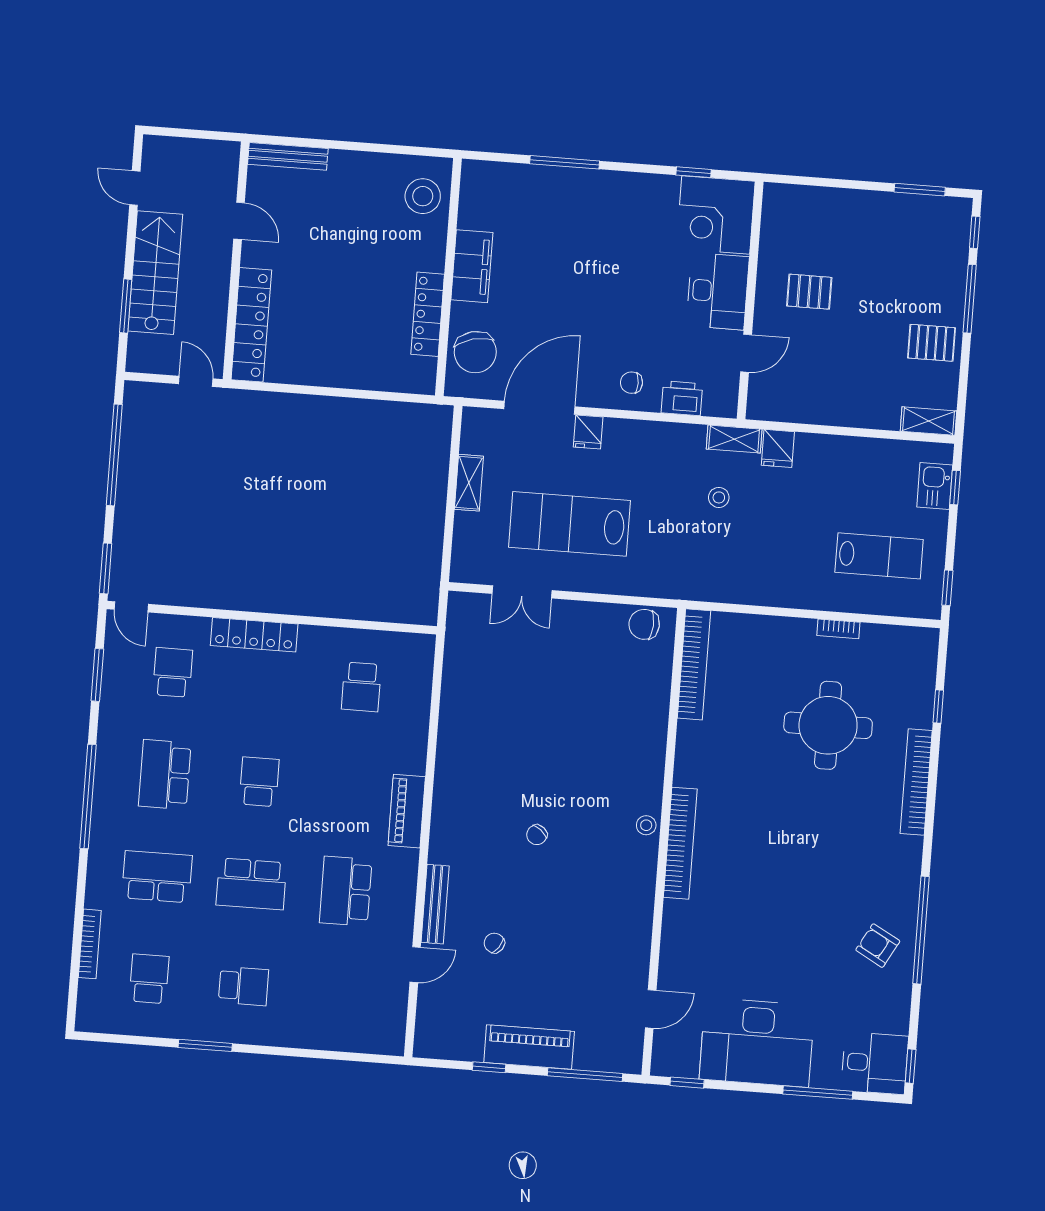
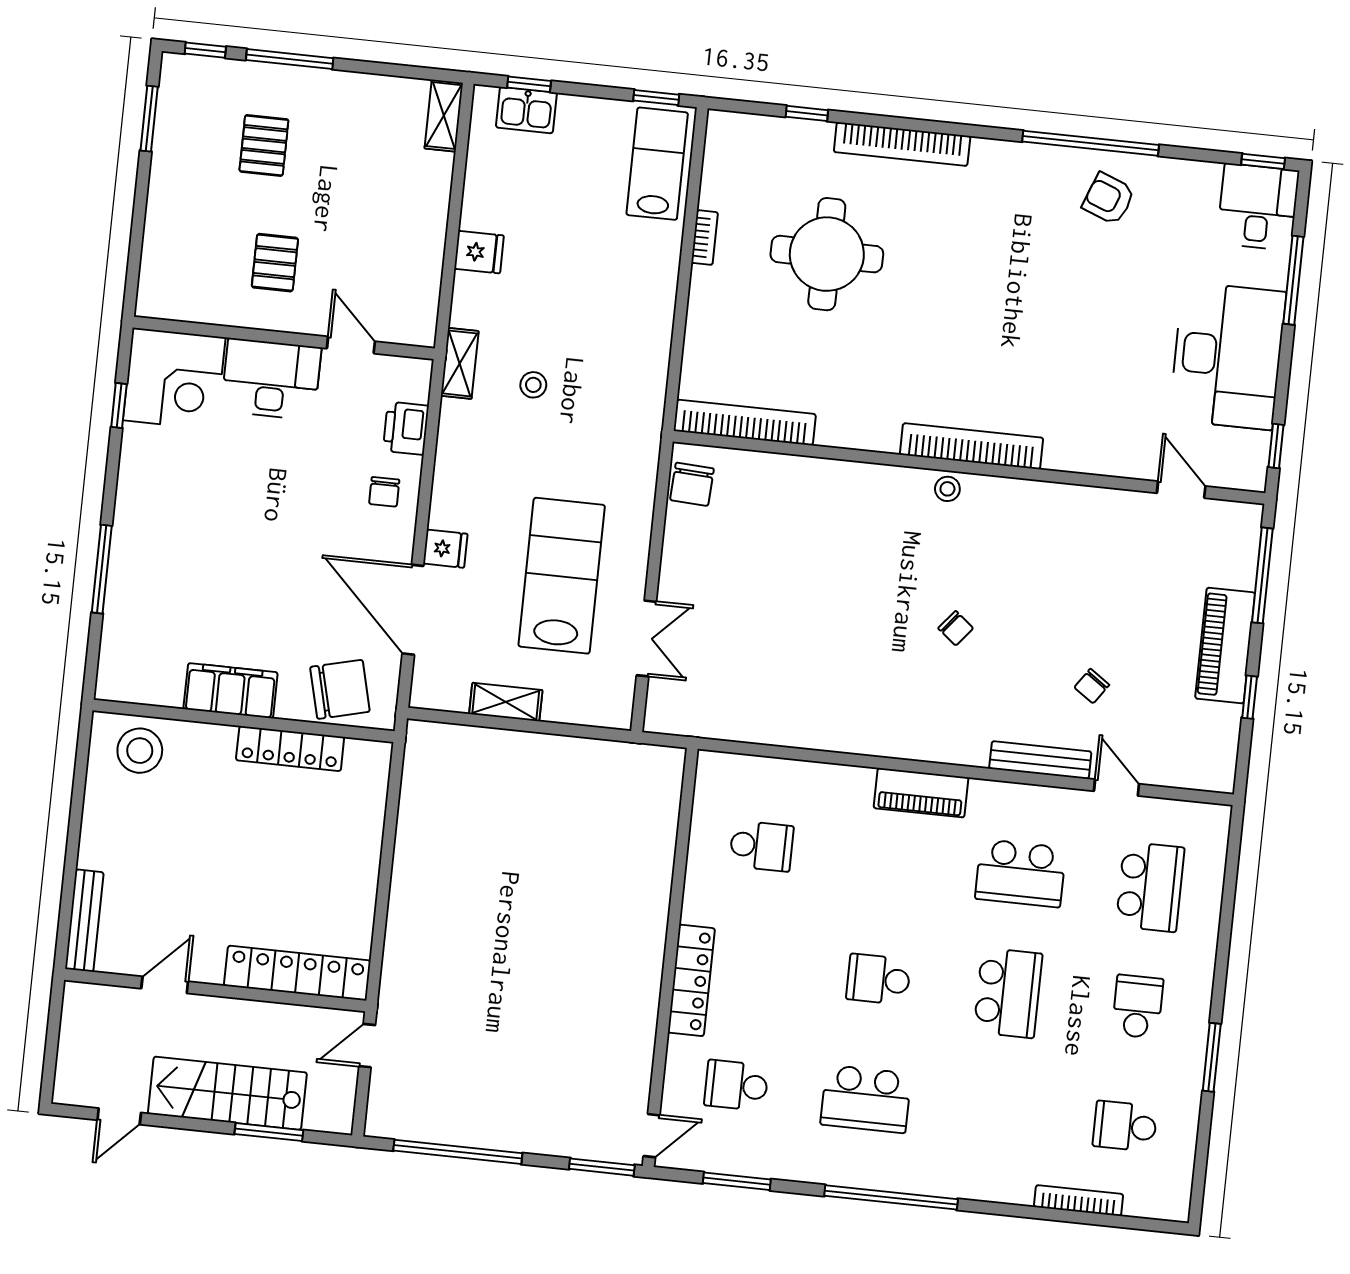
pallet: (931, 343) -> (264, 145), moved
fridge: (778, 448) -> (479, 252), moved
lab bench: (569, 524) -> (562, 576), turned 180
lab bench: (879, 556) -> (657, 164), moved
school desk: (157, 877) -> (1150, 887), moved, turned 180
armchair: (878, 946) -> (1109, 199), turned 82

